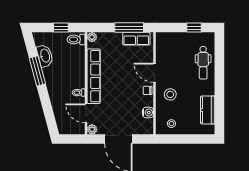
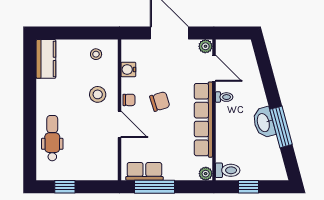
washbasin: (45, 56) -> (264, 123), moved
chair: (125, 89) -> (160, 101), added
kitchen counter: (208, 110) -> (46, 59), moved

